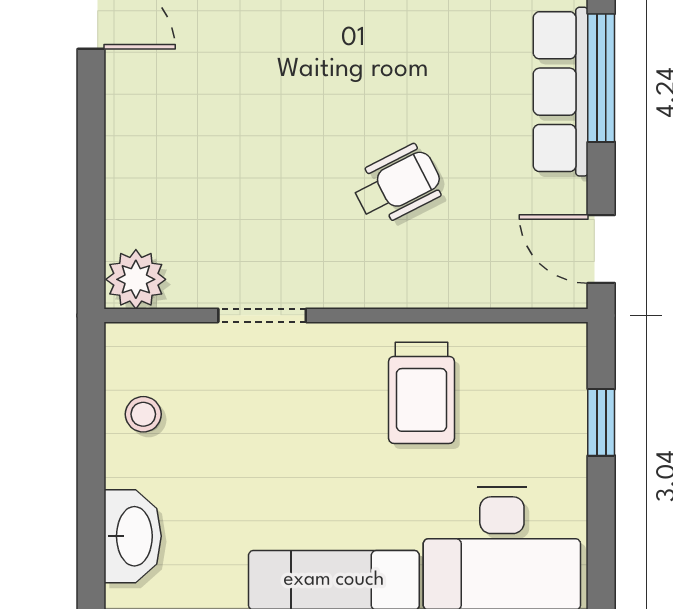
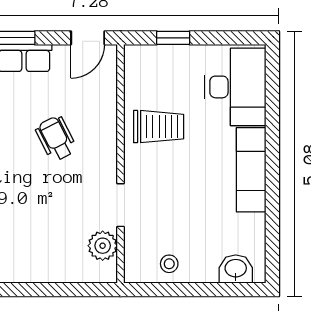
plant: (136, 279) -> (103, 246), moved
washbasin: (133, 536) -> (236, 269), width x0.72

